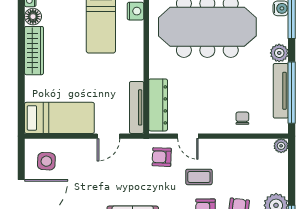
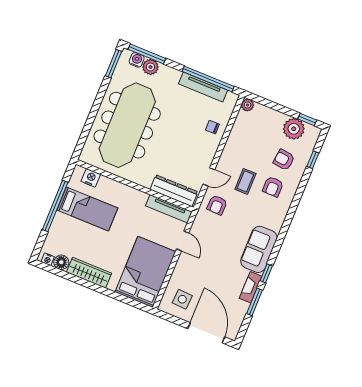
plant: (279, 53) -> (150, 67), moved
bed: (59, 118) -> (145, 272), width x1.50

